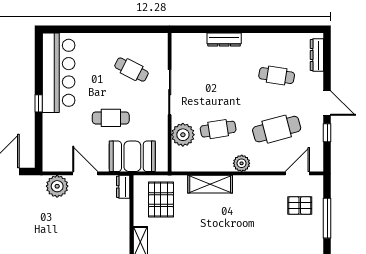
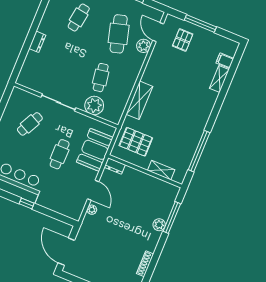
dresser: (224, 40) -> (37, 42), width x0.70
plant: (242, 163) -> (143, 46), moved
door: (85, 173) -> (93, 190), swing flipped
plant: (57, 186) -> (92, 210), width x0.53, depth x0.53

